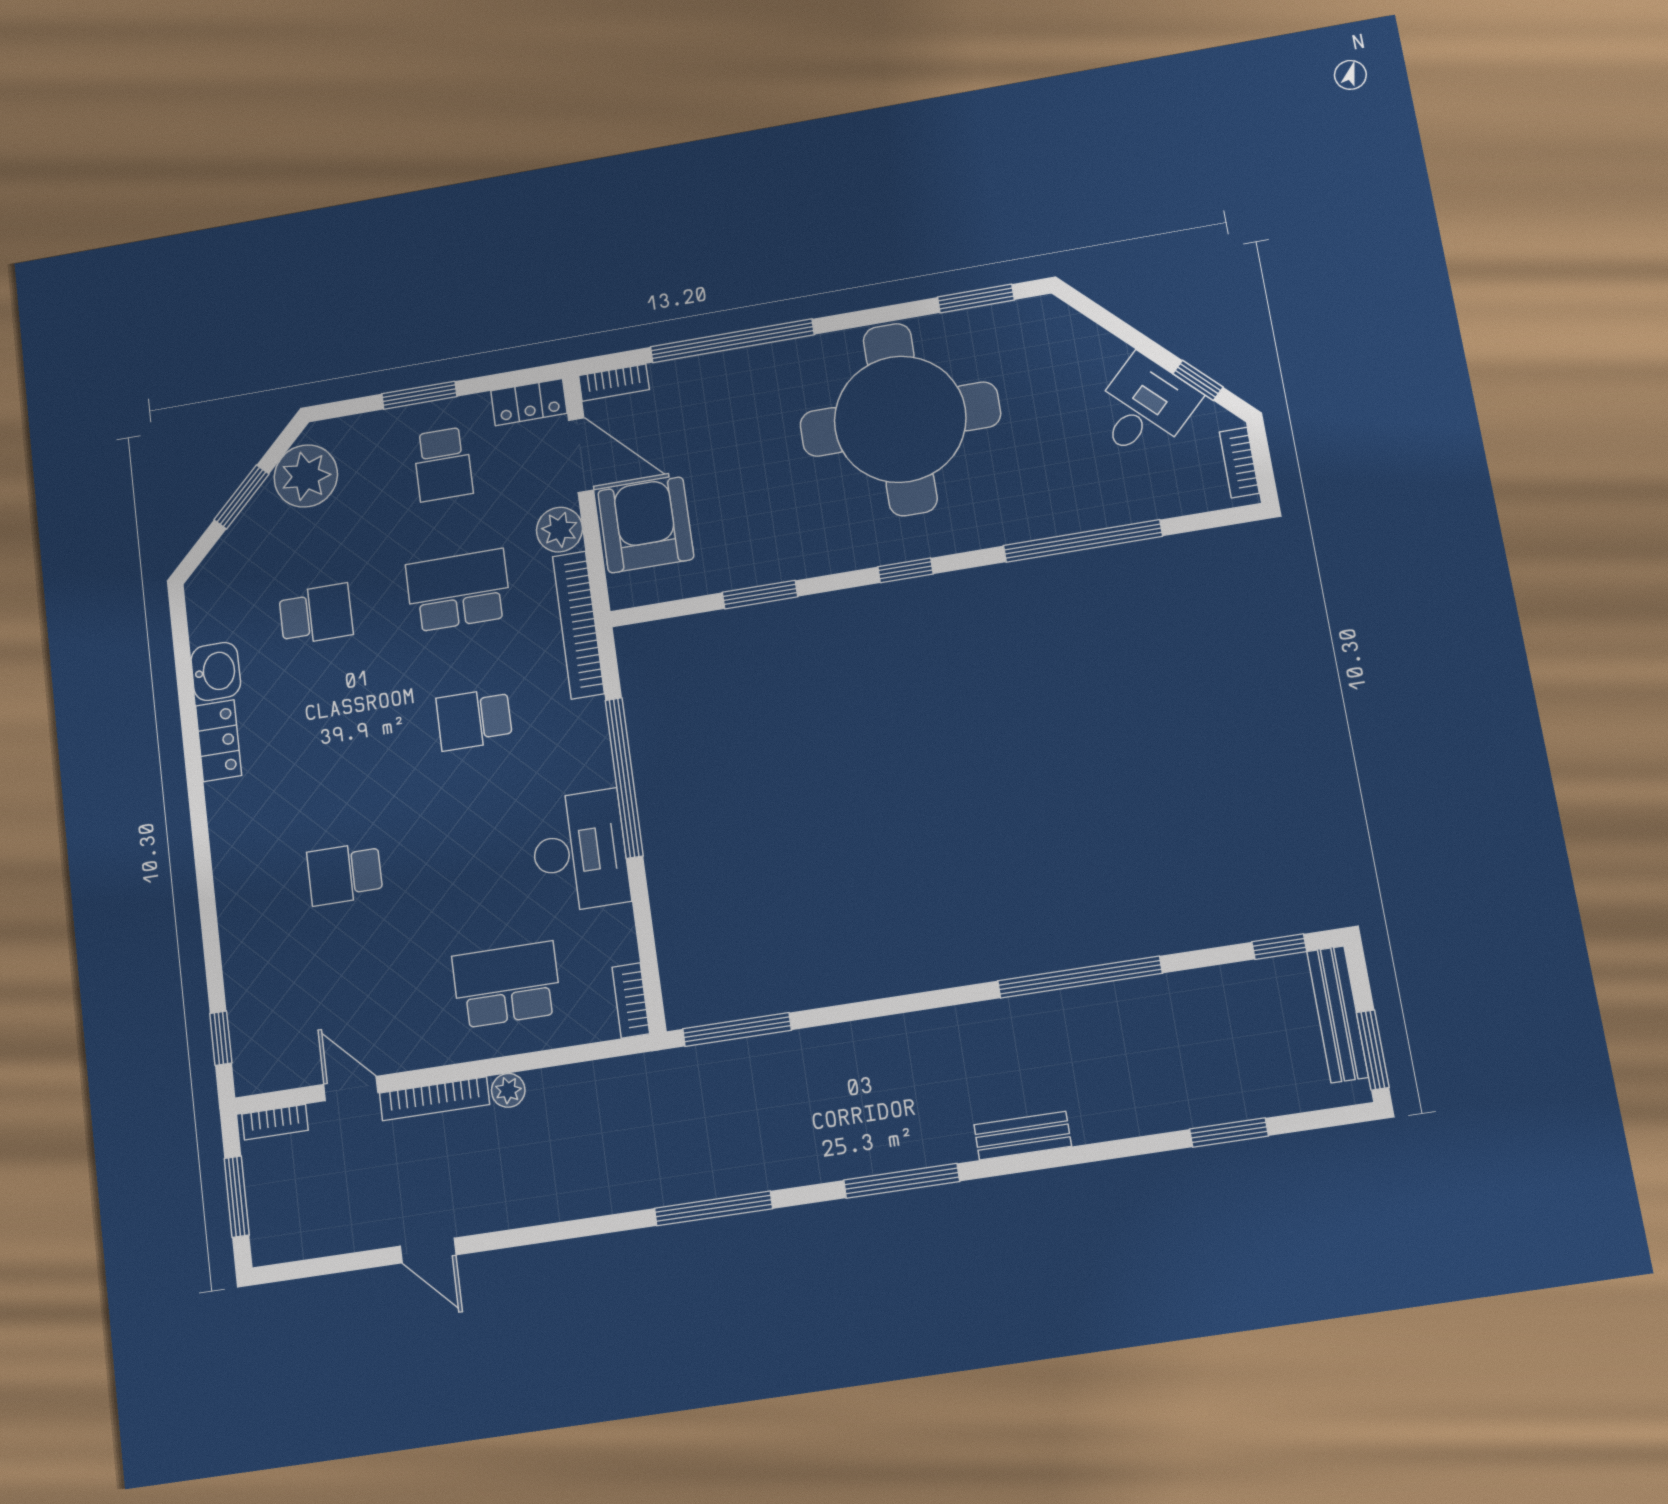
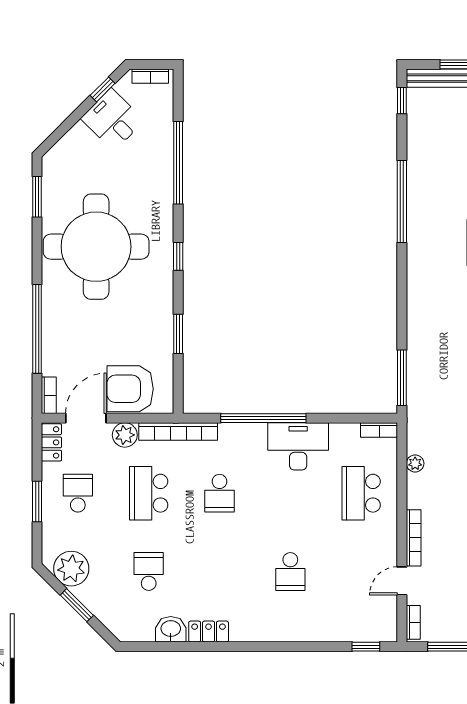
school desk: (443, 464) -> (78, 493), turned -90
plant: (508, 1090) -> (415, 463), moved

